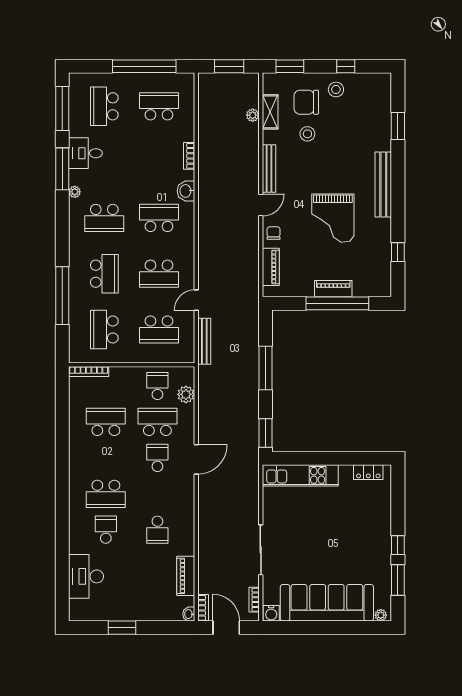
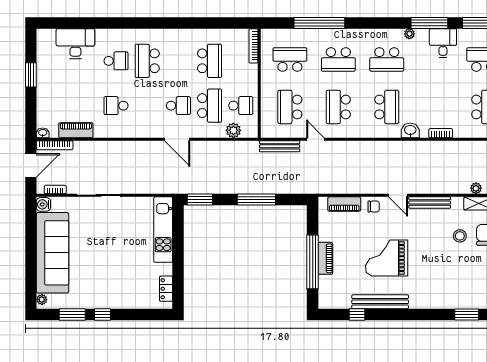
bench: (383, 185) -> (380, 302), moved
school desk: (104, 218) -> (387, 59), turned -90
bookcase: (203, 608) -> (55, 145), width x1.56

